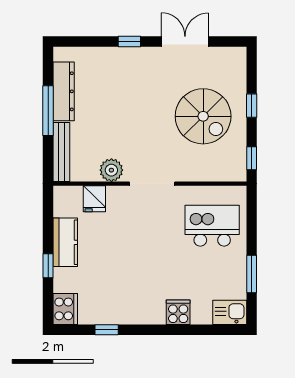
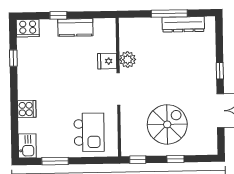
spiral stairs: (203, 116) -> (167, 124), turned 180
bench: (61, 152) -> (140, 24), removed
fridge: (94, 199) -> (107, 61), moved

